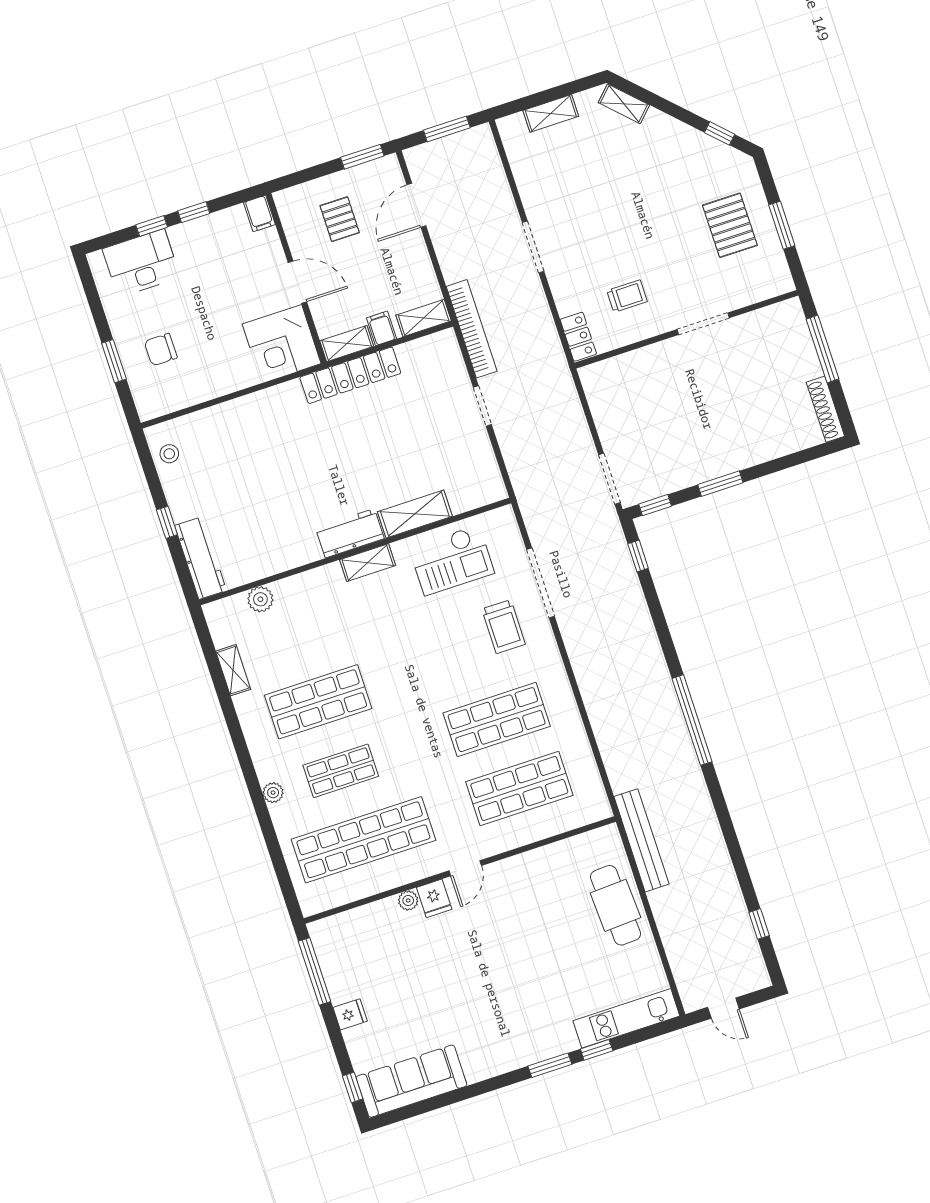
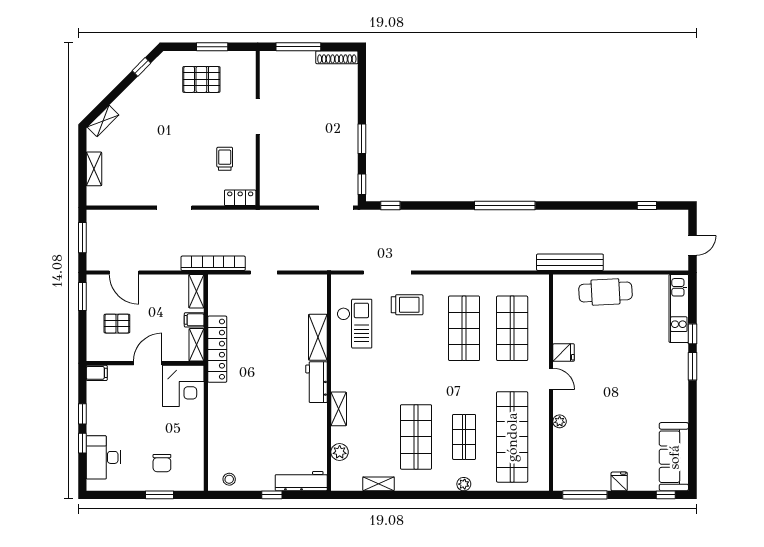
shelving: (368, 563) -> (339, 409), moved
fridge: (434, 898) -> (564, 353), moved

